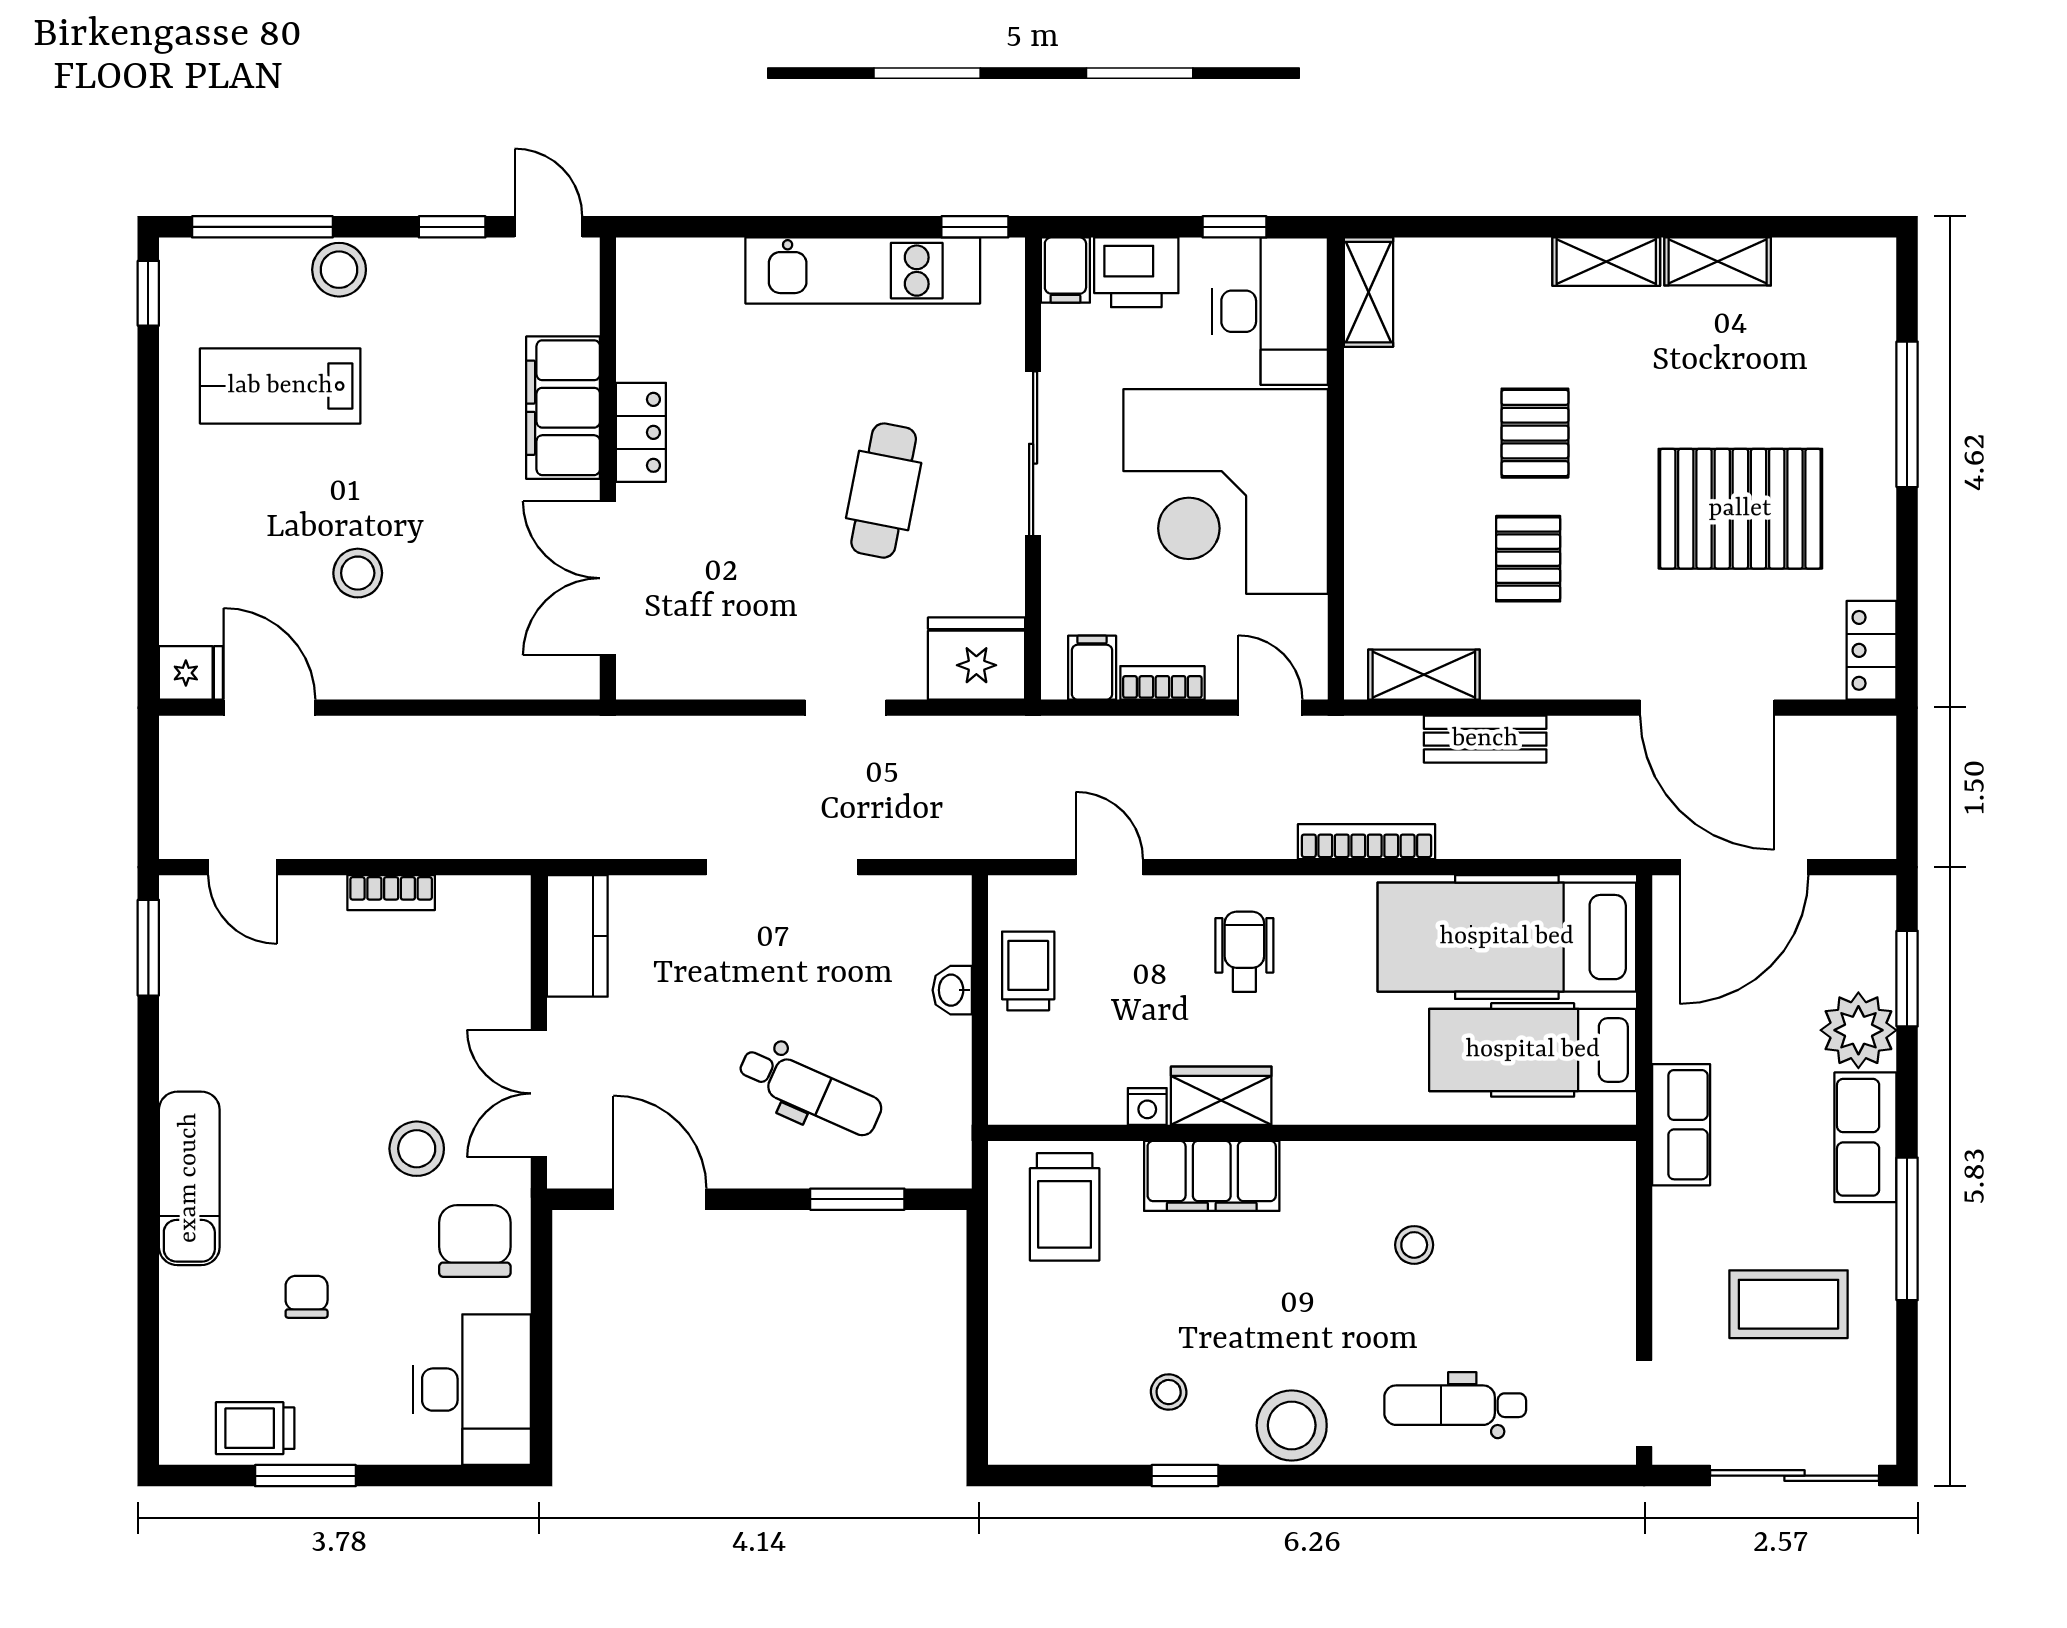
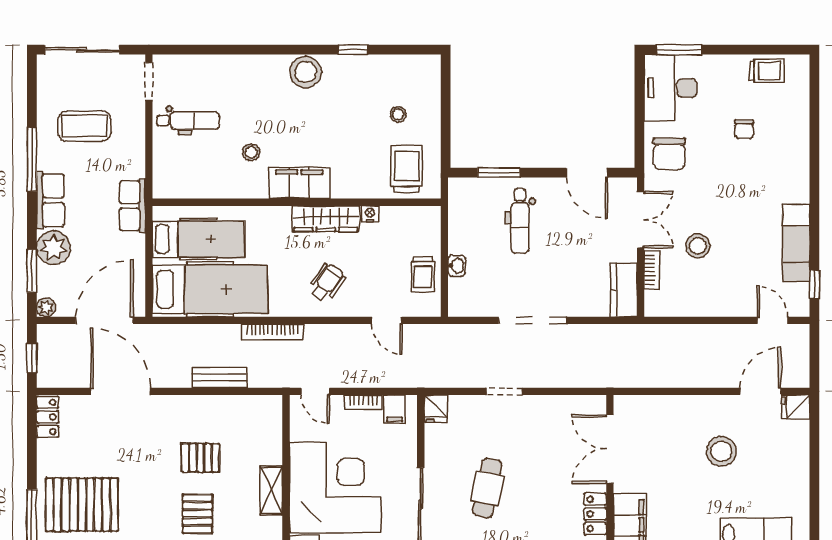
pallet: (1740, 509) -> (82, 505), moved
pallet: (1528, 559) -> (200, 458), turned 90
stool: (358, 573) -> (721, 451), width x1.38, depth x1.38
double door: (608, 578) -> (610, 449), swing flipped
fridge: (976, 659) -> (436, 409), width x0.53, depth x0.75
shelving: (1424, 675) -> (271, 490), moved, turned 90
door: (270, 708) -> (761, 391), swing flipped
window: (1907, 783) -> (32, 358), added
bookcase: (391, 893) -> (652, 270), moved, turned 90
plant: (1875, 897) -> (46, 307), added
window: (148, 948) -> (814, 285), width x0.67
wheelchair: (1244, 952) -> (327, 283), turned -145
dental chair: (810, 1091) -> (520, 221), turned -114
wardrobe: (1221, 1096) -> (326, 219), width x1.50
stool: (417, 1149) -> (698, 246), moved
filing cabinet: (1212, 1176) -> (299, 183), moved
exam couch: (189, 1178) -> (796, 243), moved
stool: (1169, 1392) -> (398, 114), moved
dental chair: (1455, 1405) -> (188, 120), moved
window: (305, 1476) -> (679, 50), moved

